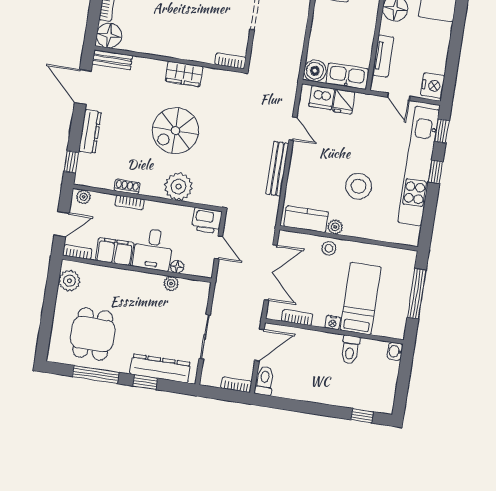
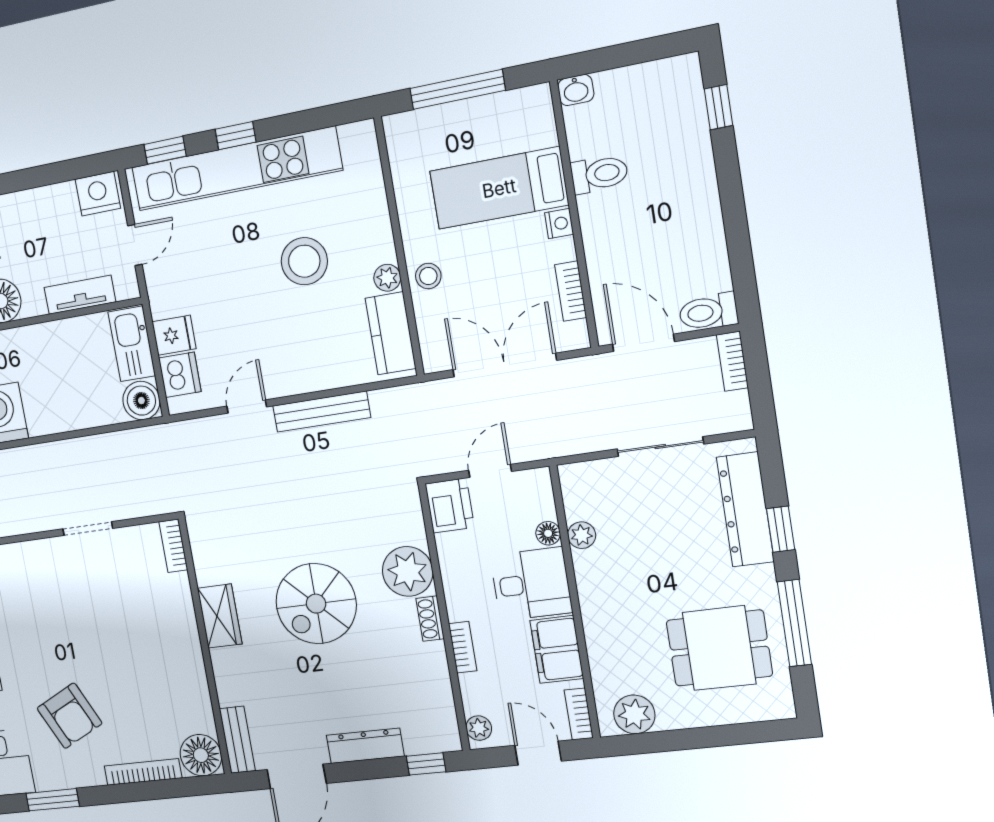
spiral stairs: (175, 131) -> (316, 604), turned 90
shoe rack: (127, 187) -> (430, 619), moved

